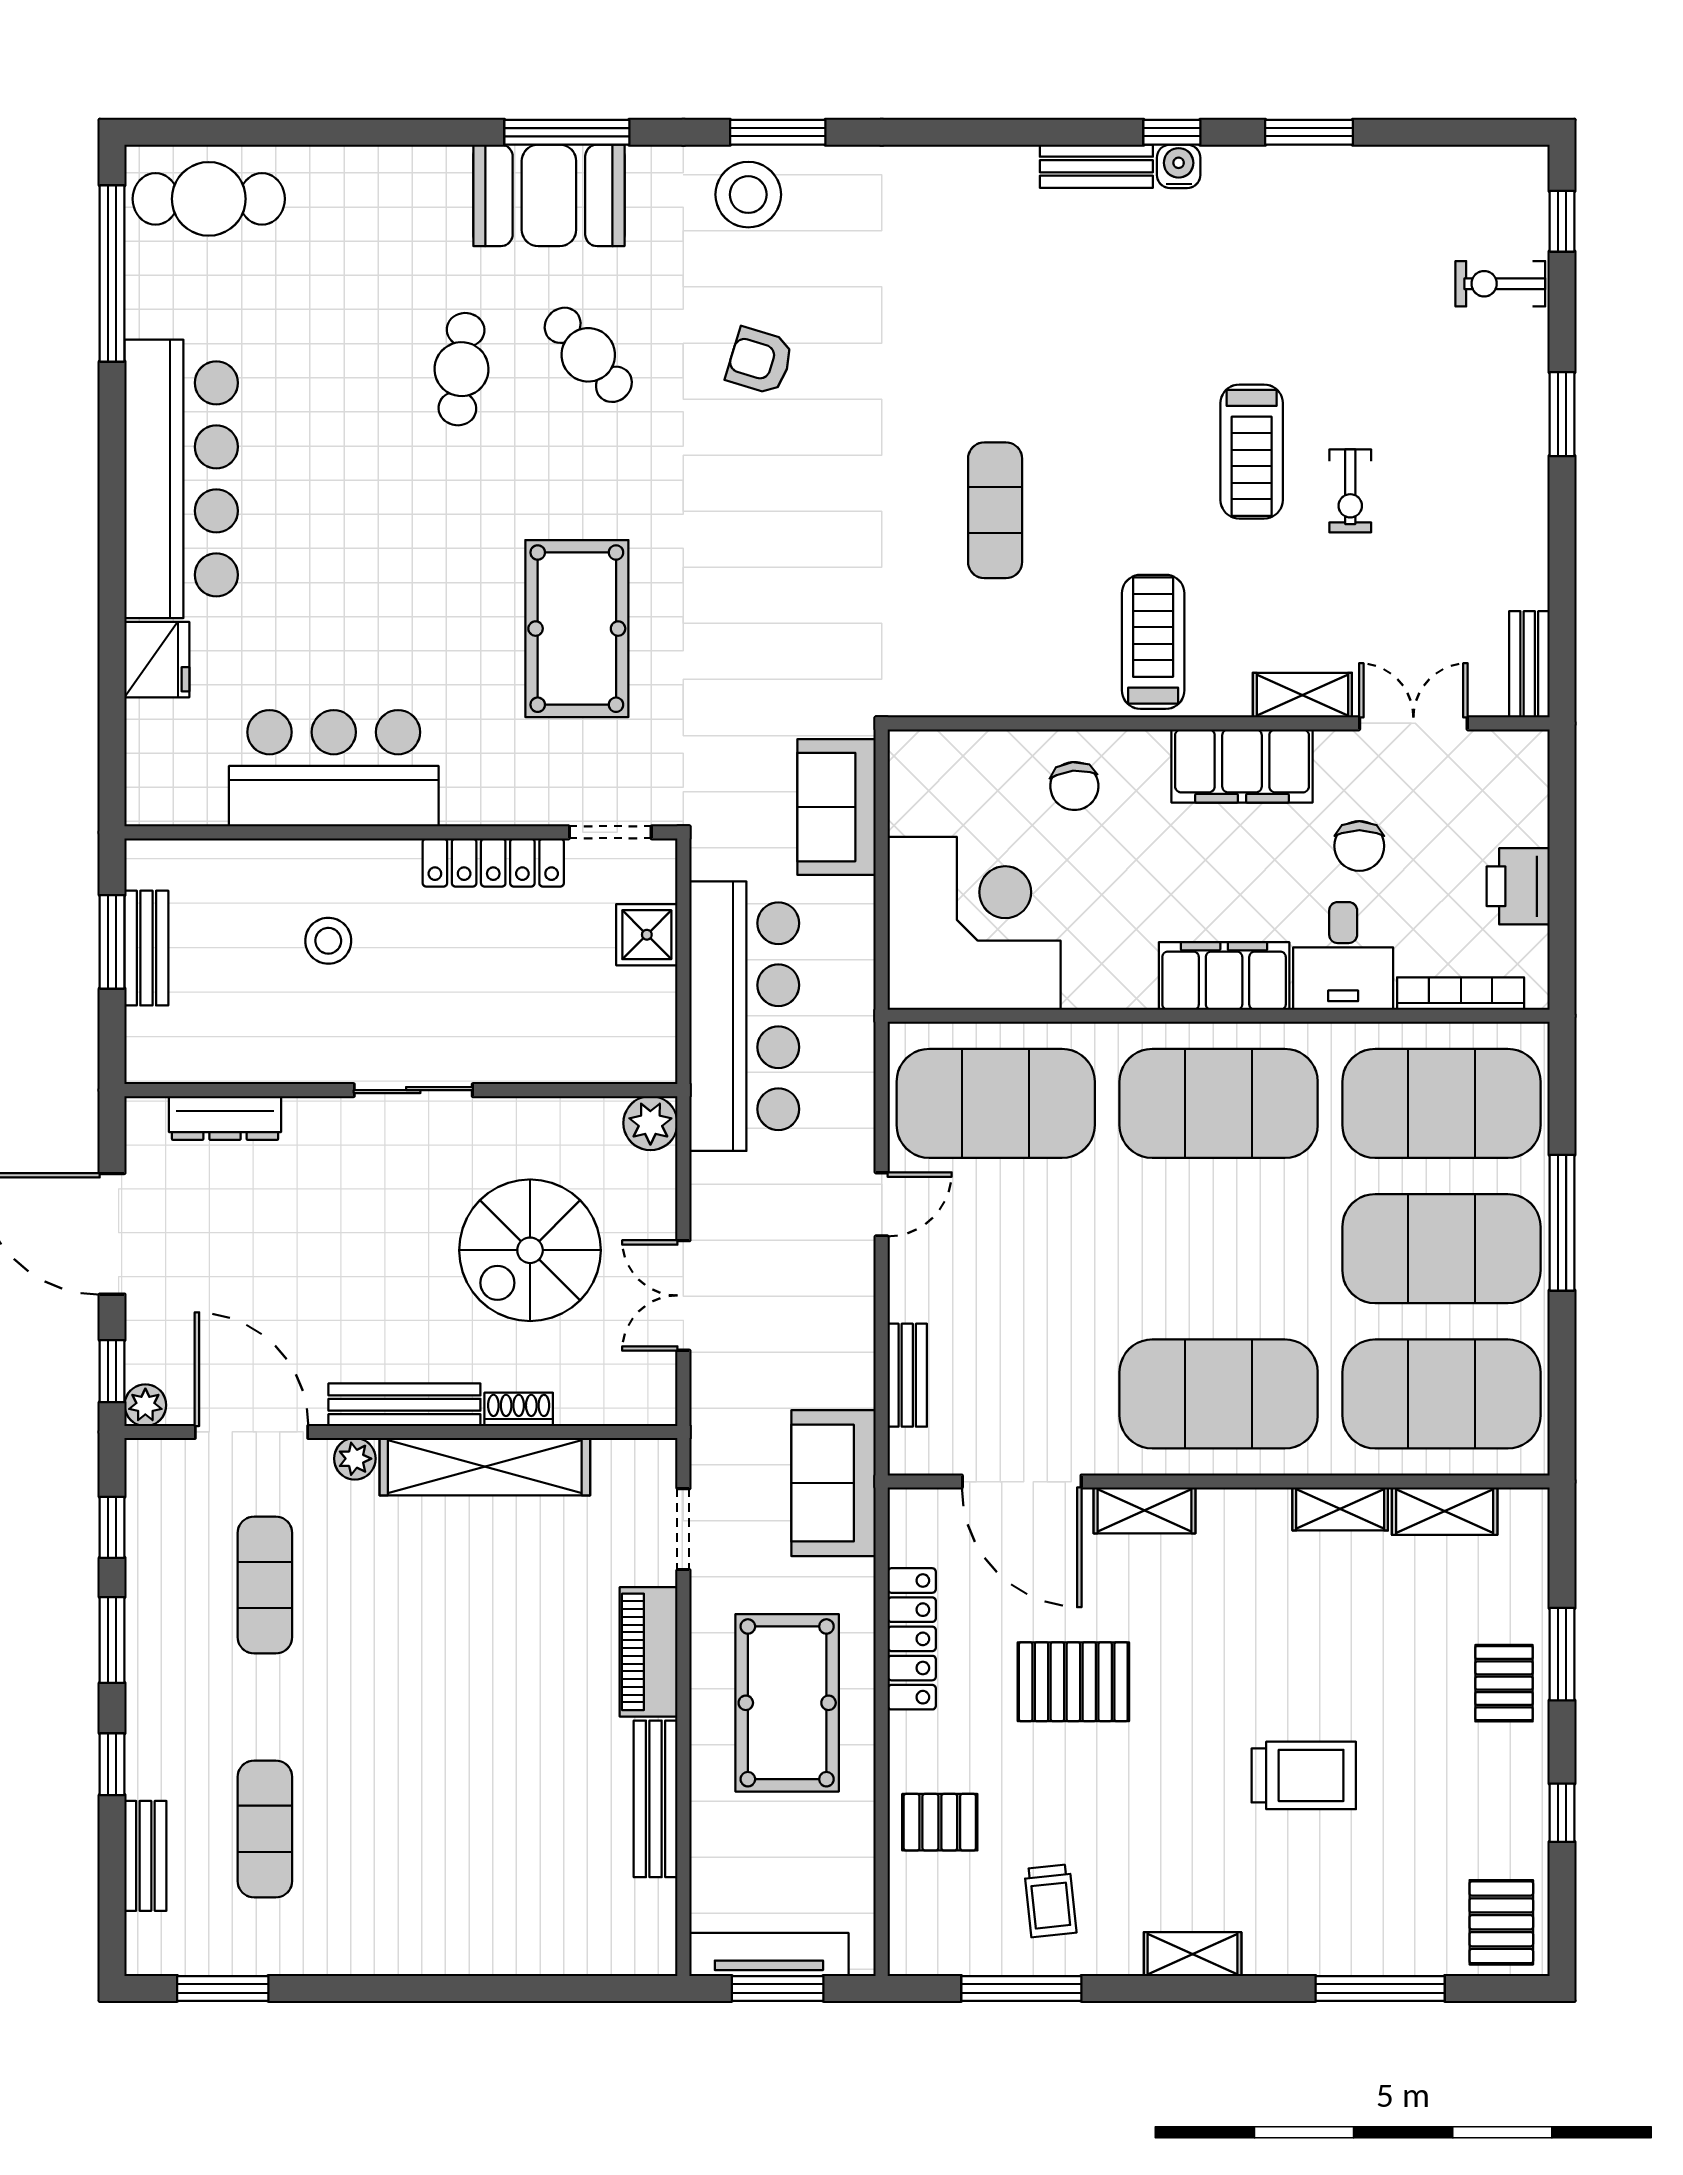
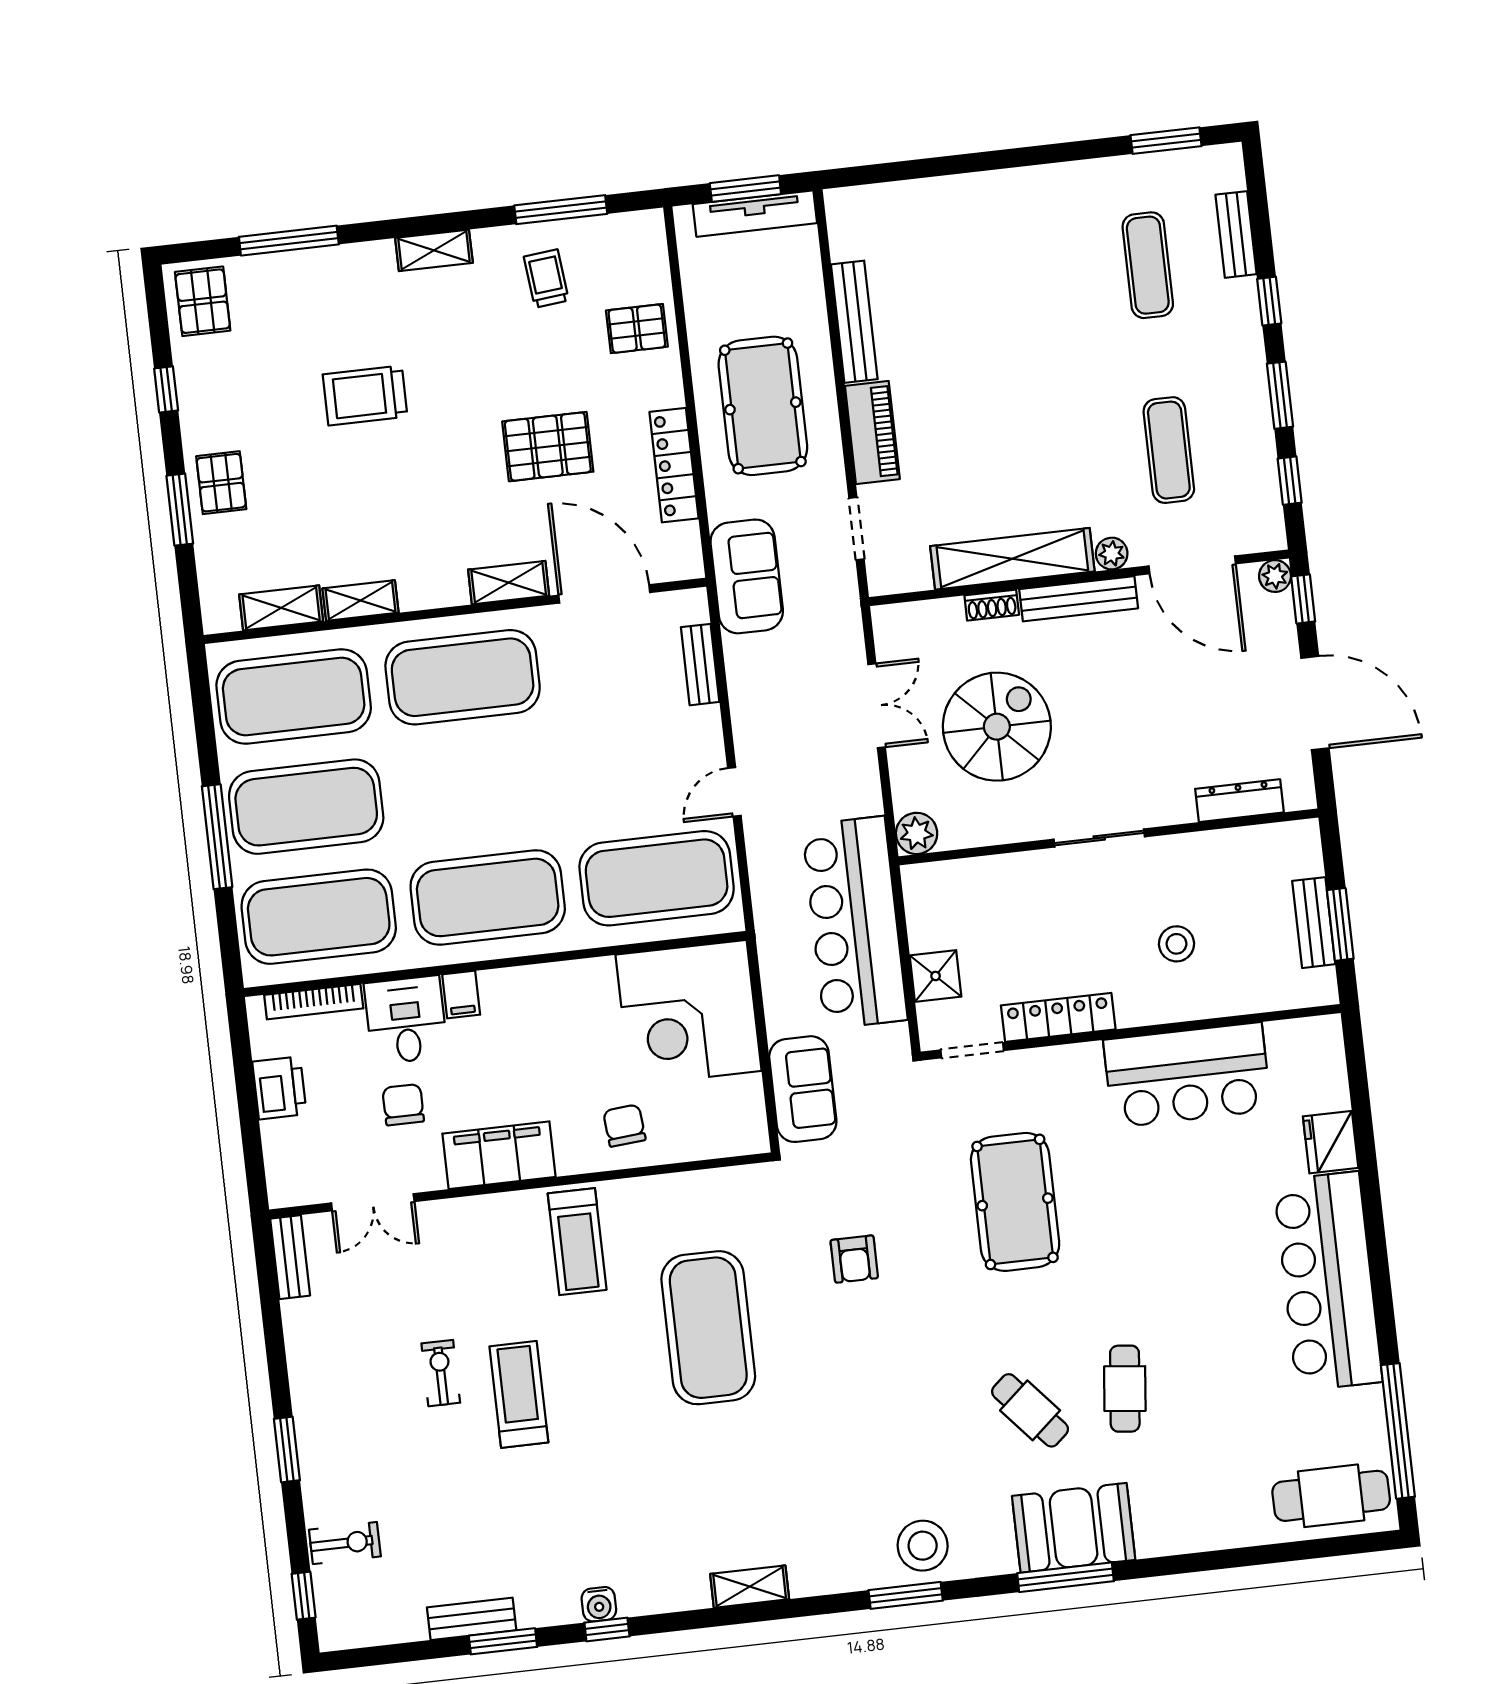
bench: (1096, 166) -> (472, 1619), moved
armchair: (760, 361) -> (854, 1259), moved, turned 73
exercise mat: (995, 510) -> (708, 1328), width x2.00, depth x1.45
shelving: (1302, 695) -> (750, 1587), moved
filing cabinet: (1224, 976) -> (461, 995), width x0.33, depth x0.86

